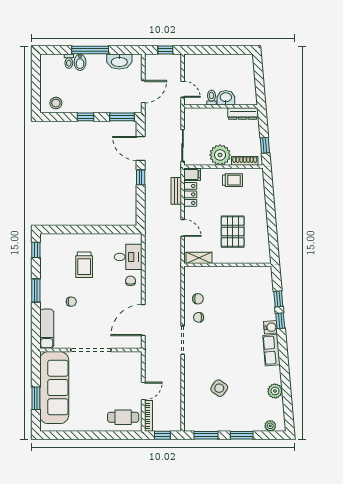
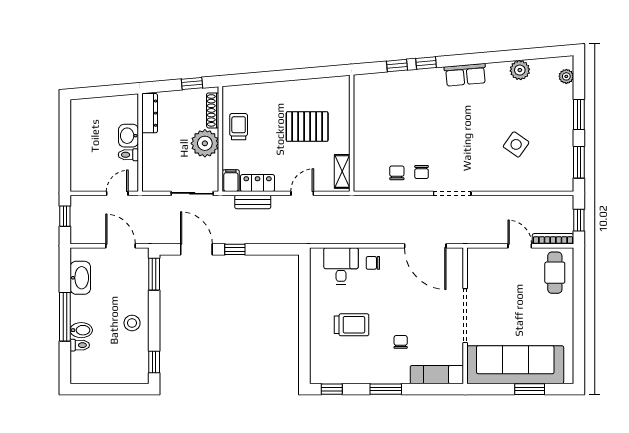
stool: (56, 103) -> (132, 323), moved
window: (86, 117) -> (154, 362), moved
door: (141, 149) -> (196, 249), swing flipped
water cooler: (270, 327) -> (435, 76), removed

